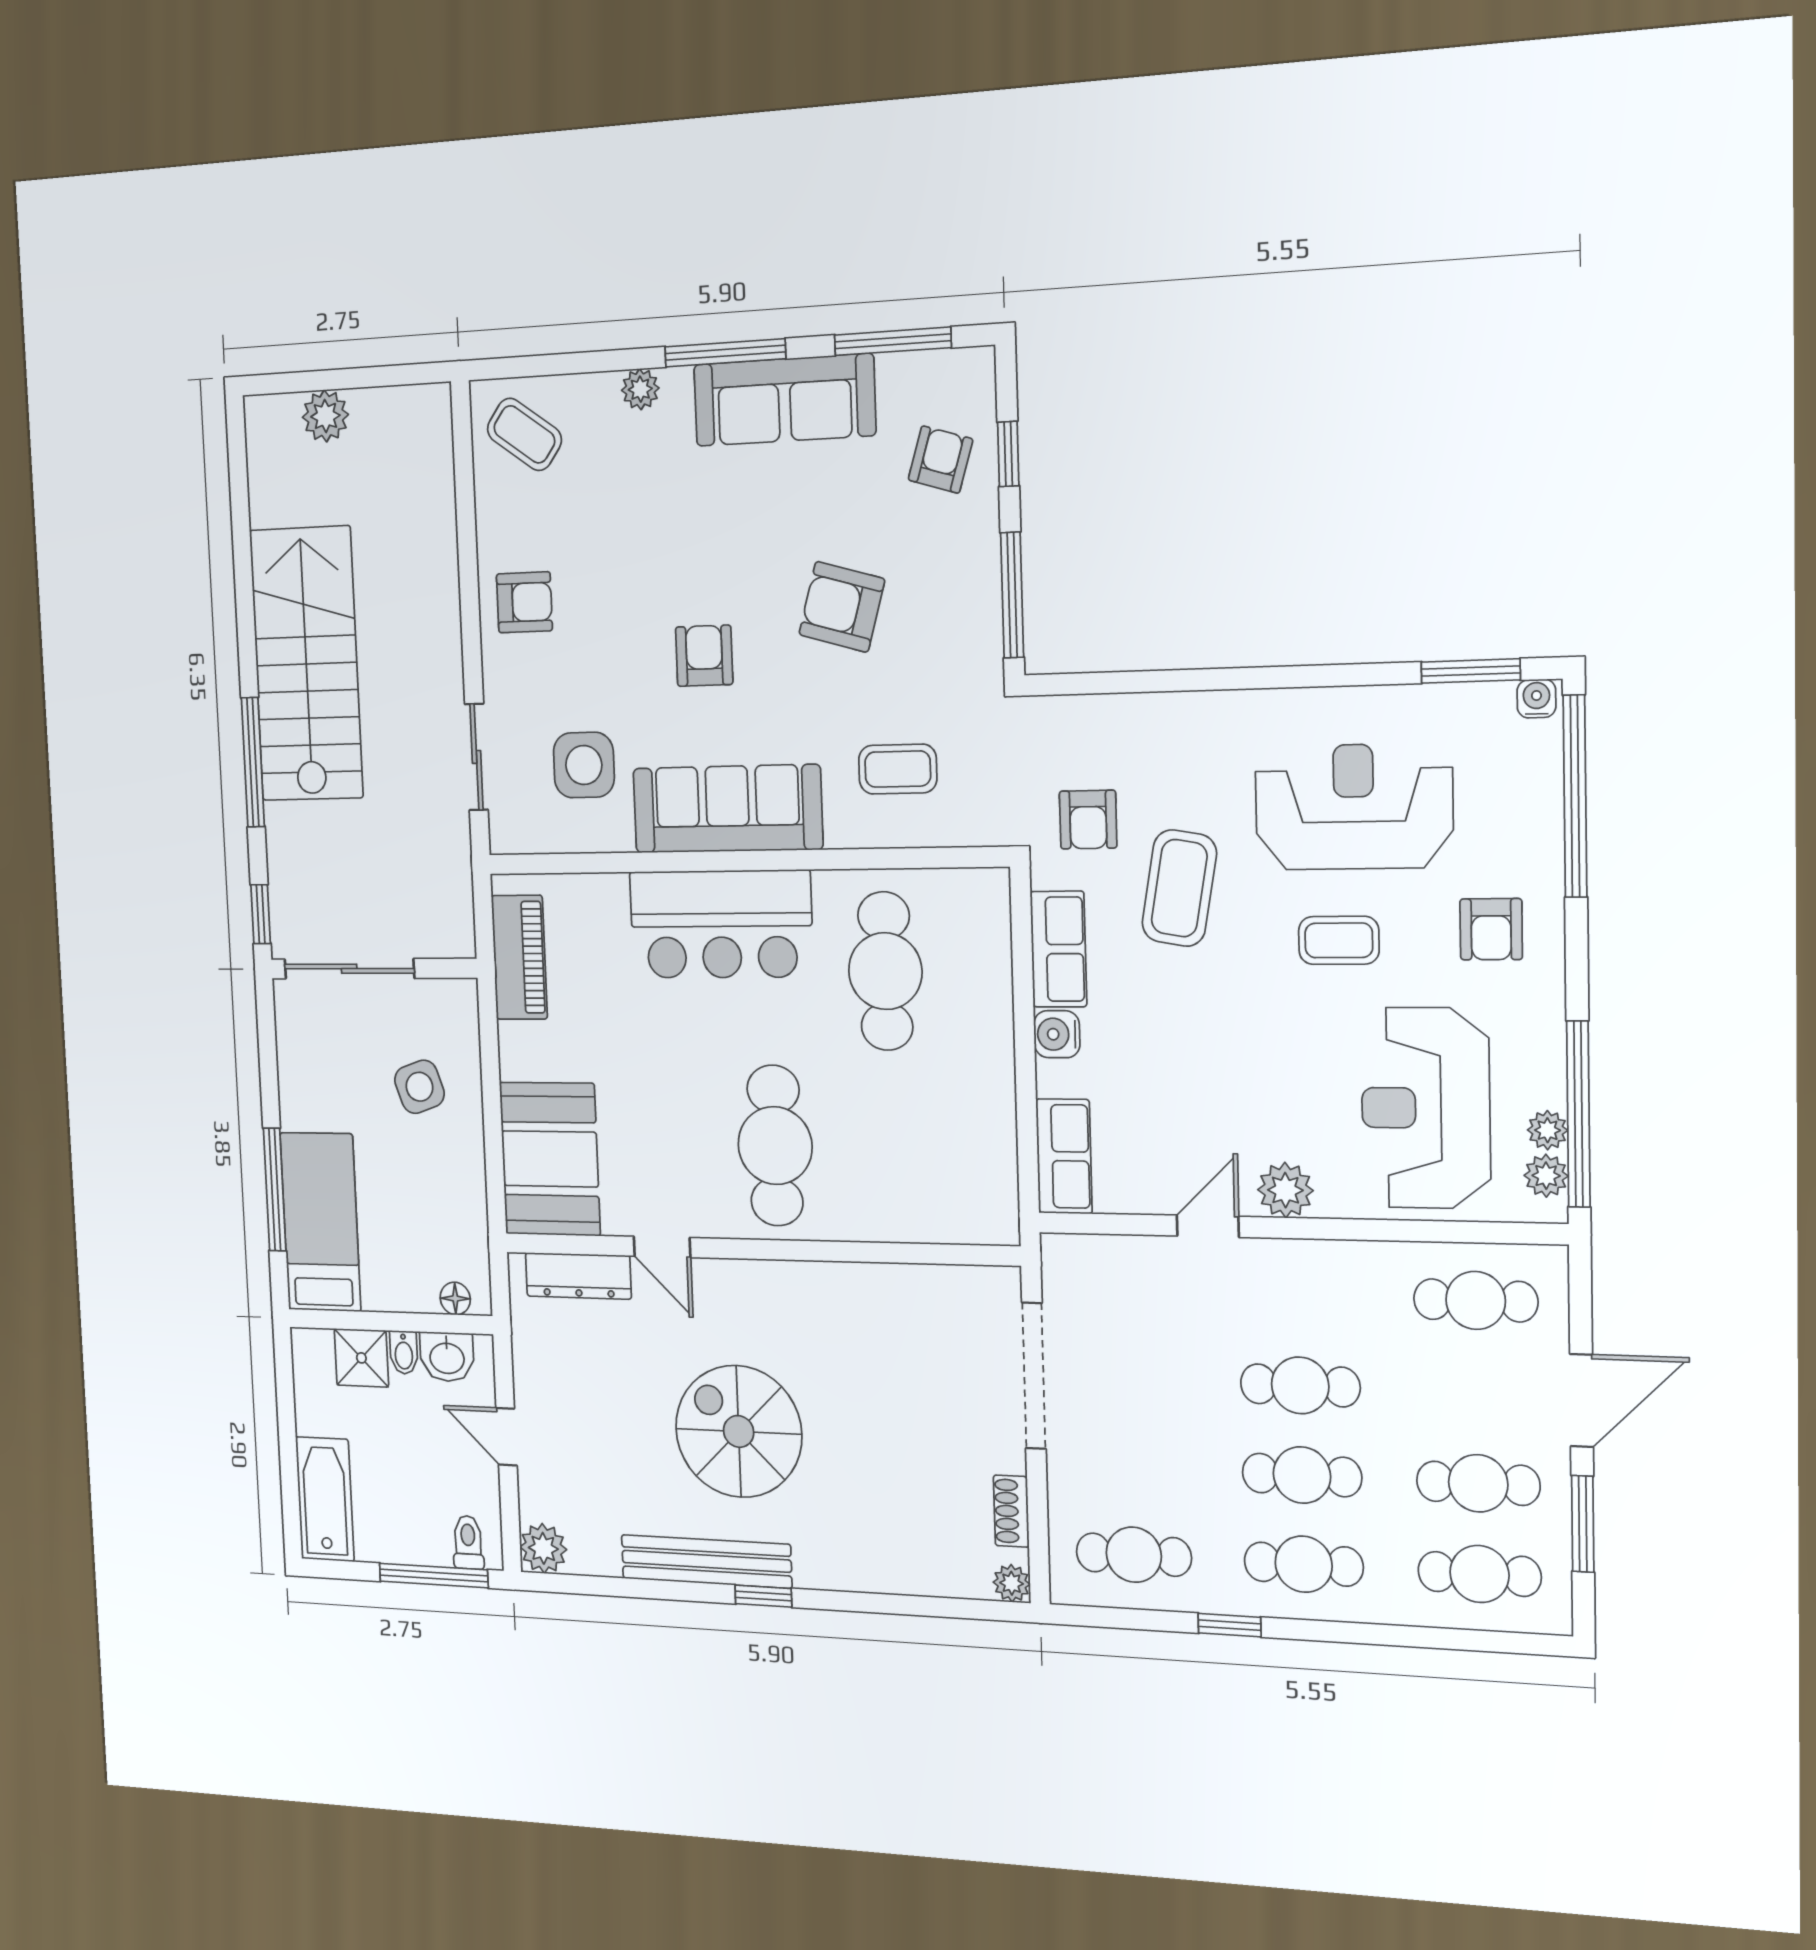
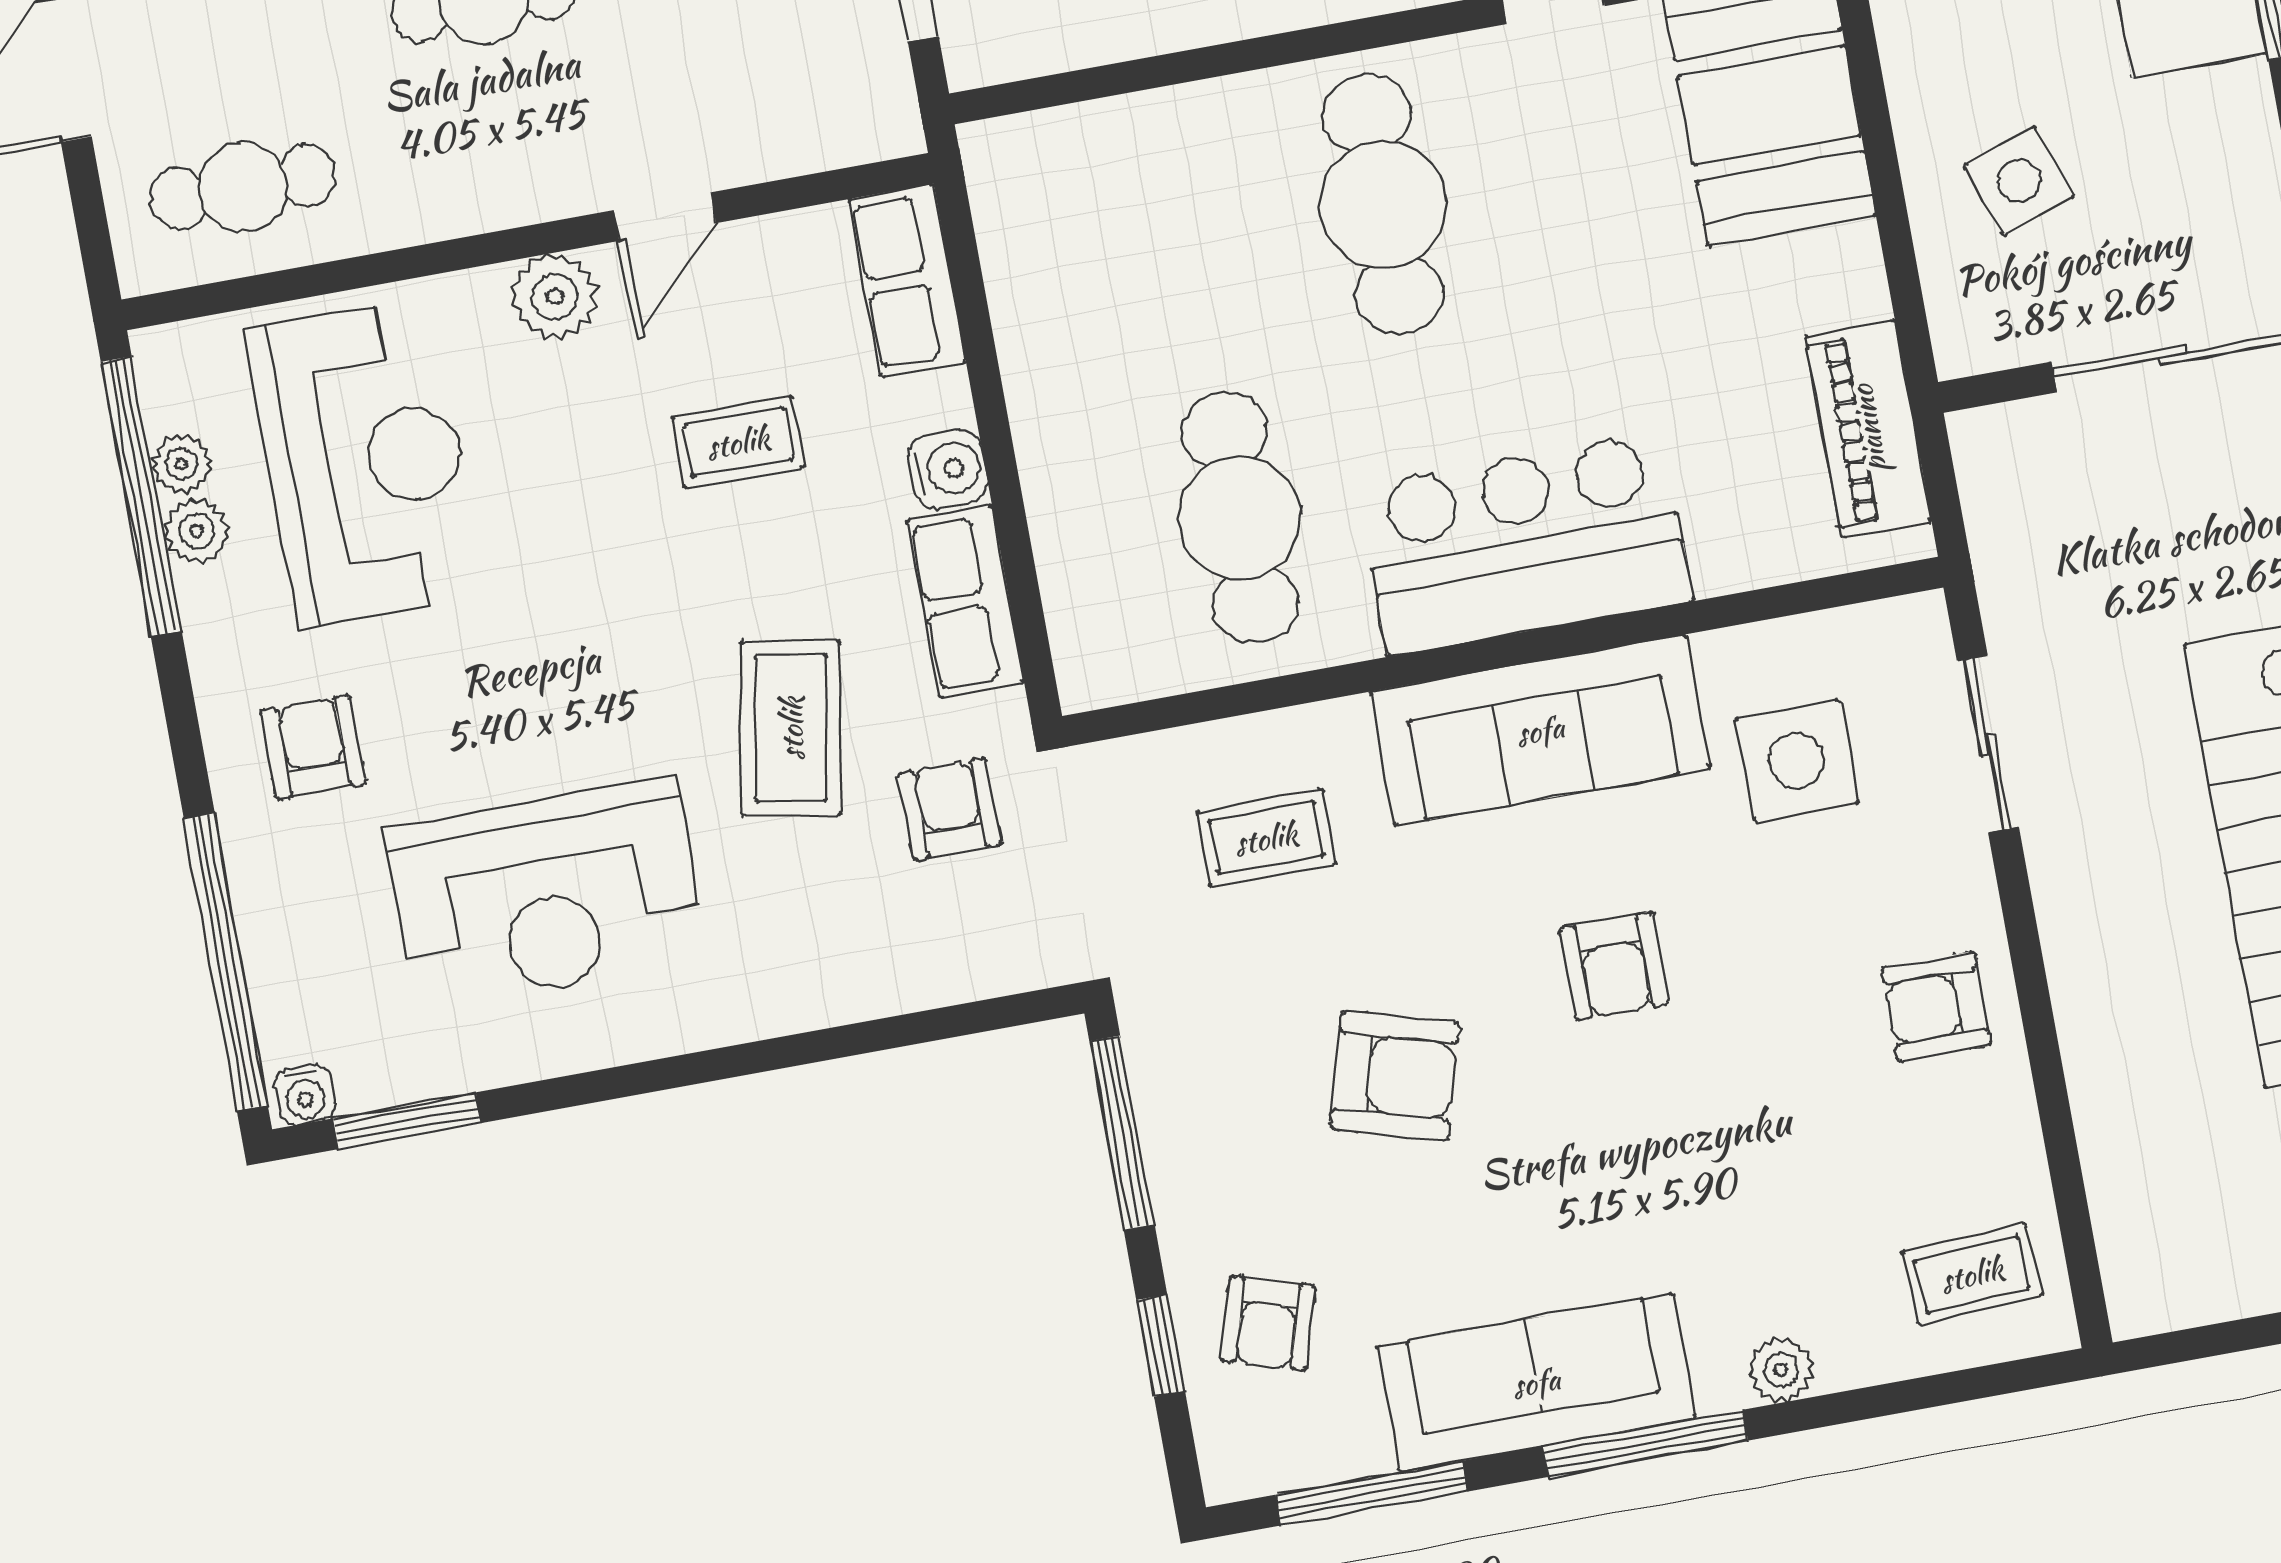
coffee table: (524, 434) -> (1972, 1274), turned -39
coffee table: (1339, 940) -> (738, 442), moved
plant: (1546, 1176) -> (197, 531), moved

